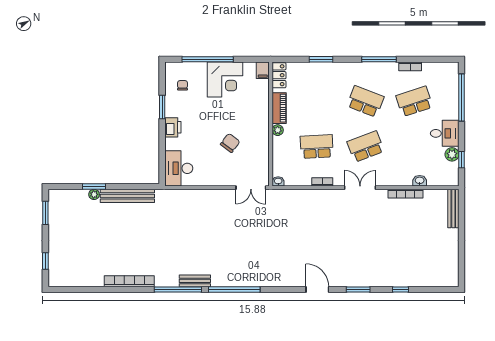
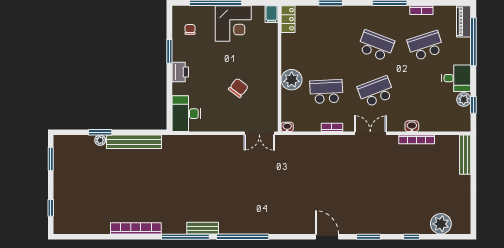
piano: (279, 108) -> (464, 21), moved, turned 180
plant: (278, 130) -> (292, 80), width x1.87, depth x1.87
washbasin: (420, 181) -> (412, 126), moved
plant: (429, 277) -> (441, 224), added

